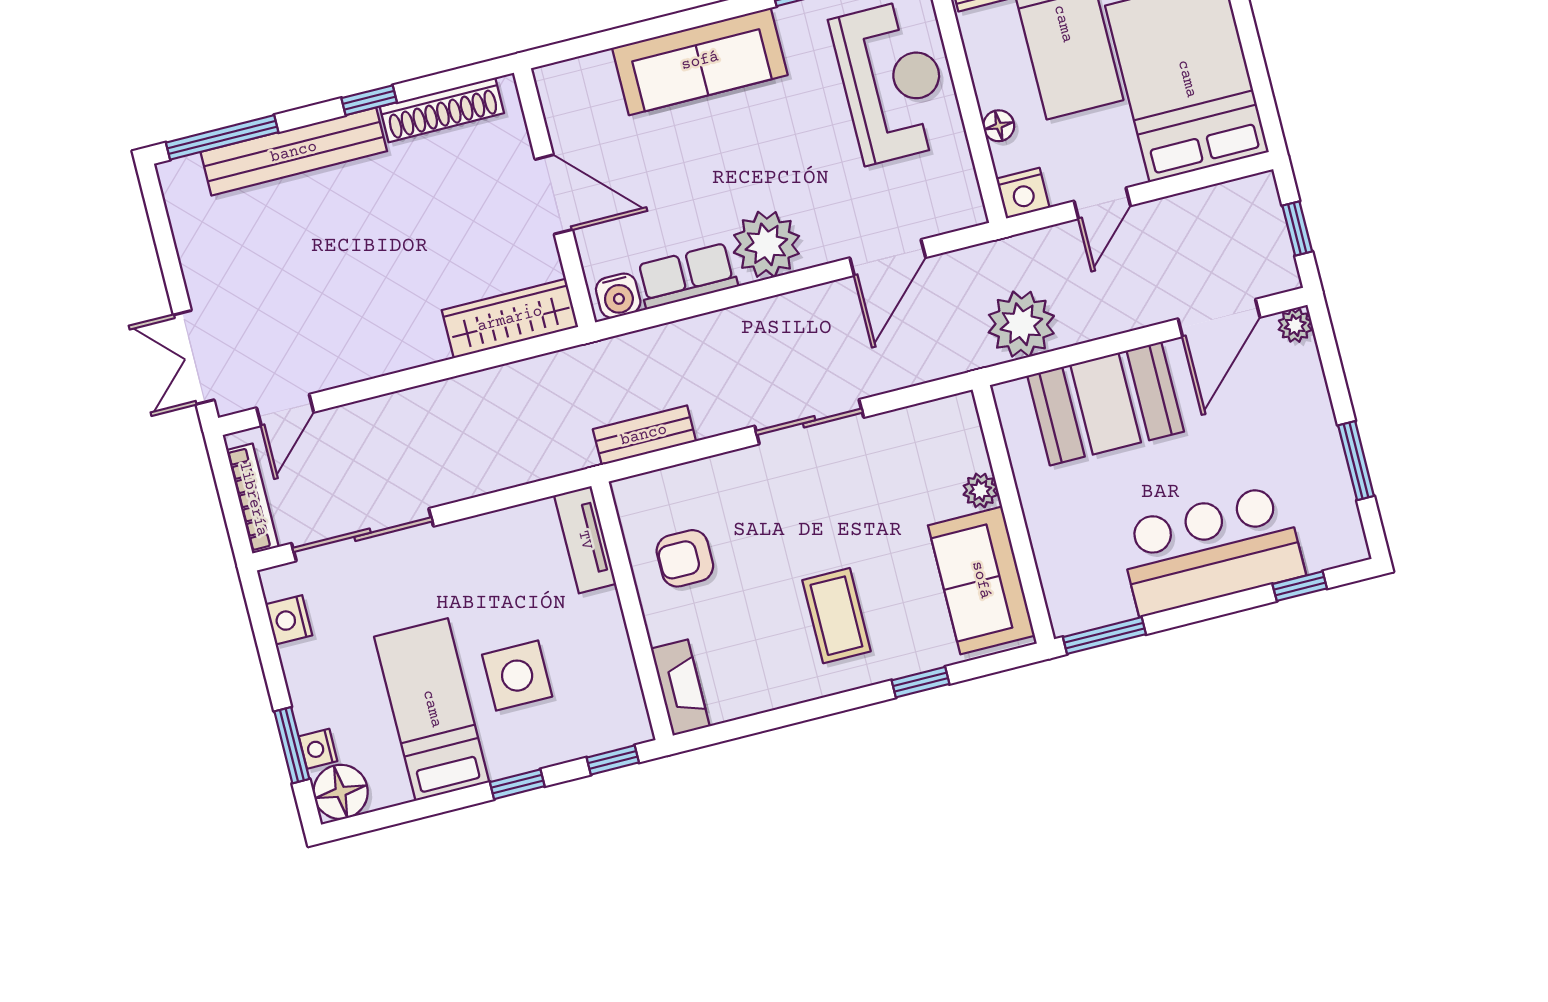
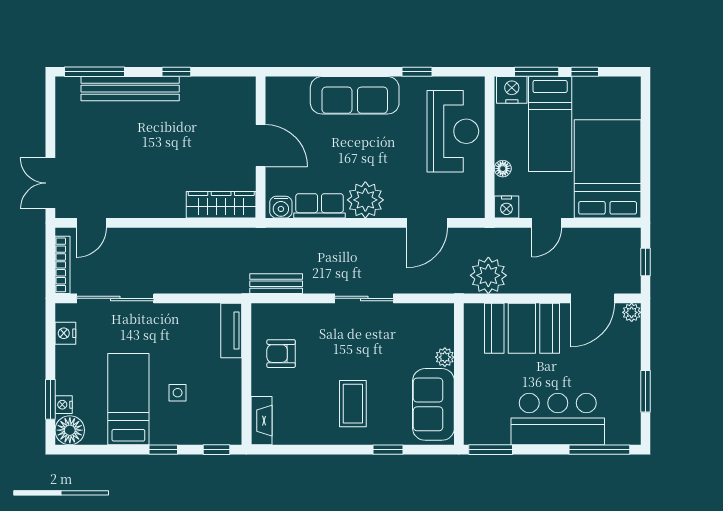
shoe rack: (442, 110) -> (213, 86), removed
window: (1300, 586) -> (599, 450), width x2.17
side table: (517, 676) -> (178, 393), width x0.54, depth x0.54

